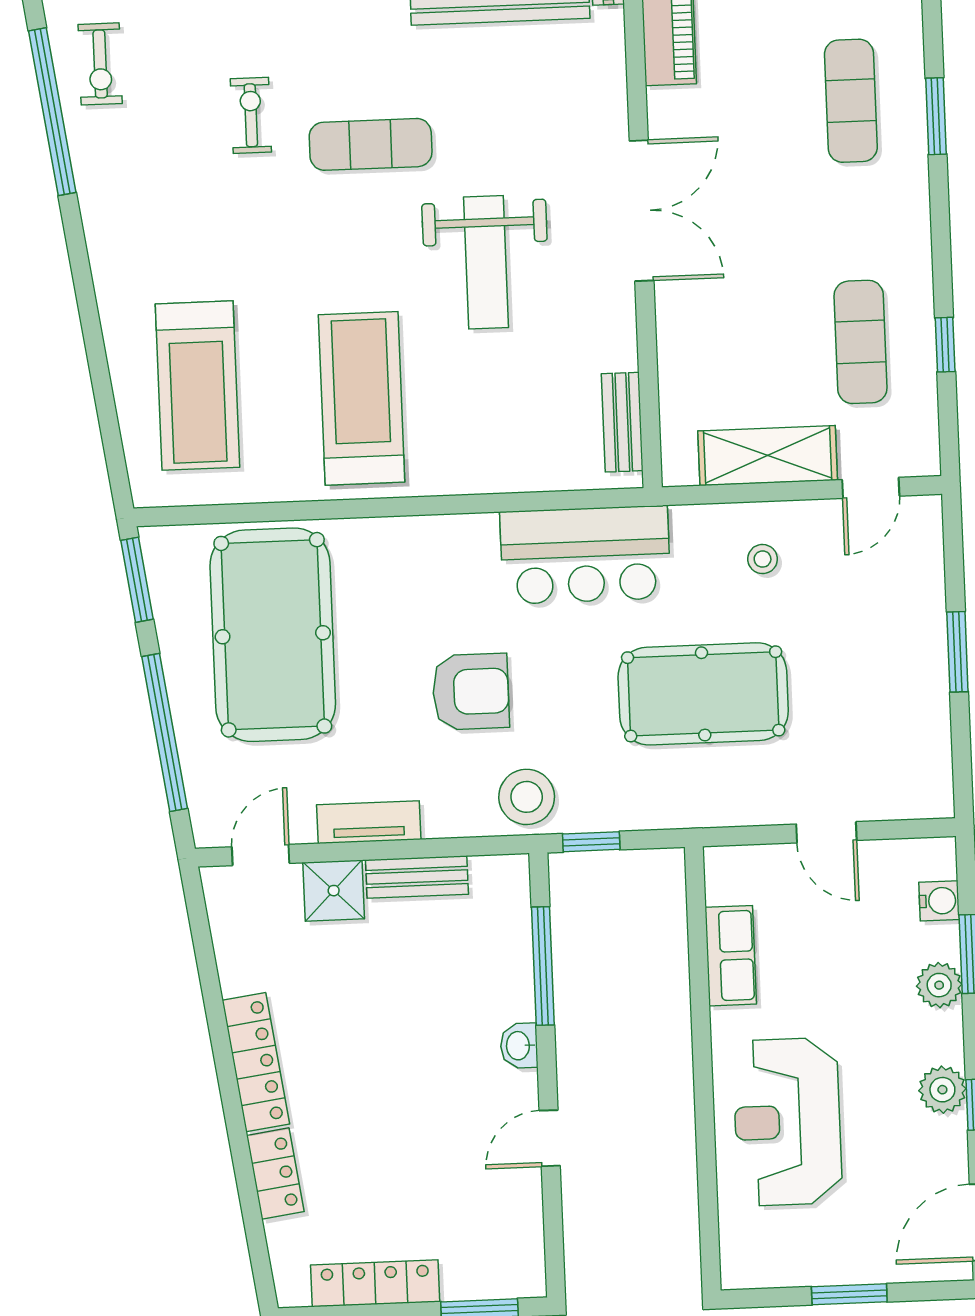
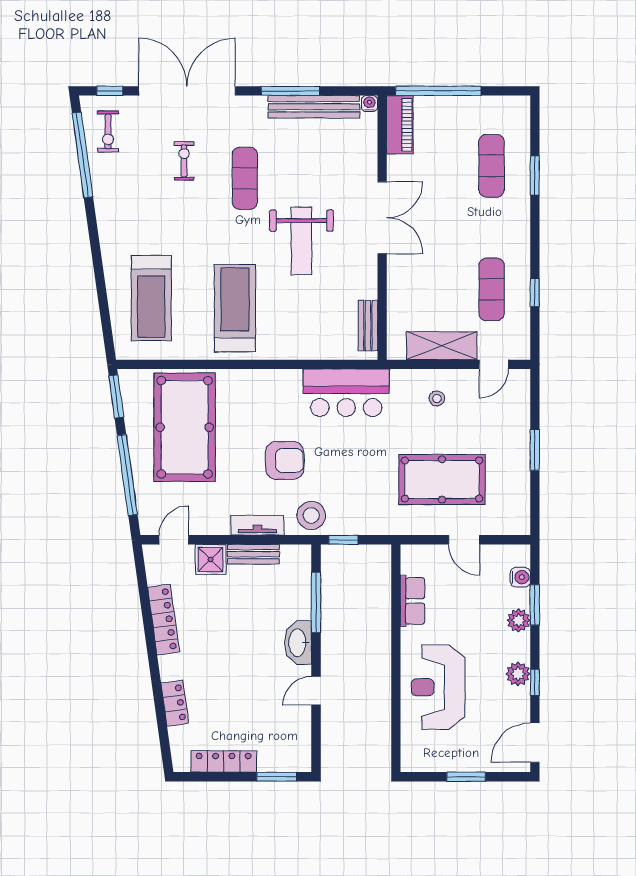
exercise mat: (371, 144) -> (245, 178), turned 90
pool table: (703, 694) -> (442, 479), moved
tv unit: (369, 822) -> (257, 525), moved
washbasin: (519, 1046) -> (298, 643), width x1.91, depth x1.45
locker: (256, 1062) -> (164, 620), moved

